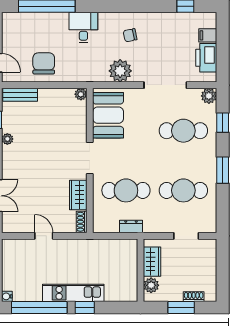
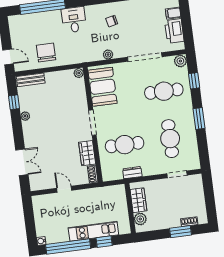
plant: (120, 71) -> (108, 55), width x0.53, depth x0.53
cafe table: (183, 190) -> (170, 139), turned 90
wardrobe: (152, 262) -> (138, 200), moved
wall: (140, 270) -> (130, 208), moved
plant: (151, 285) -> (140, 219), moved

